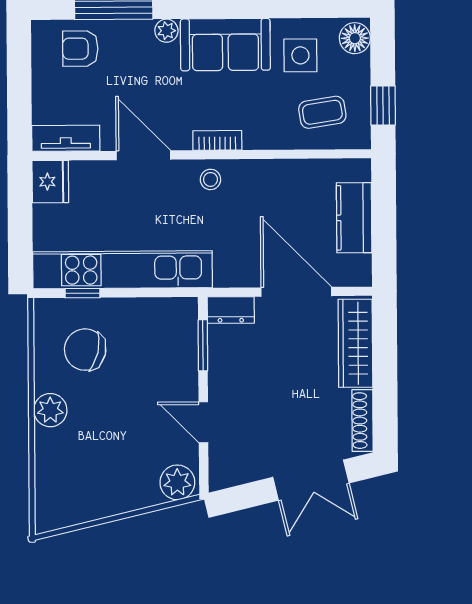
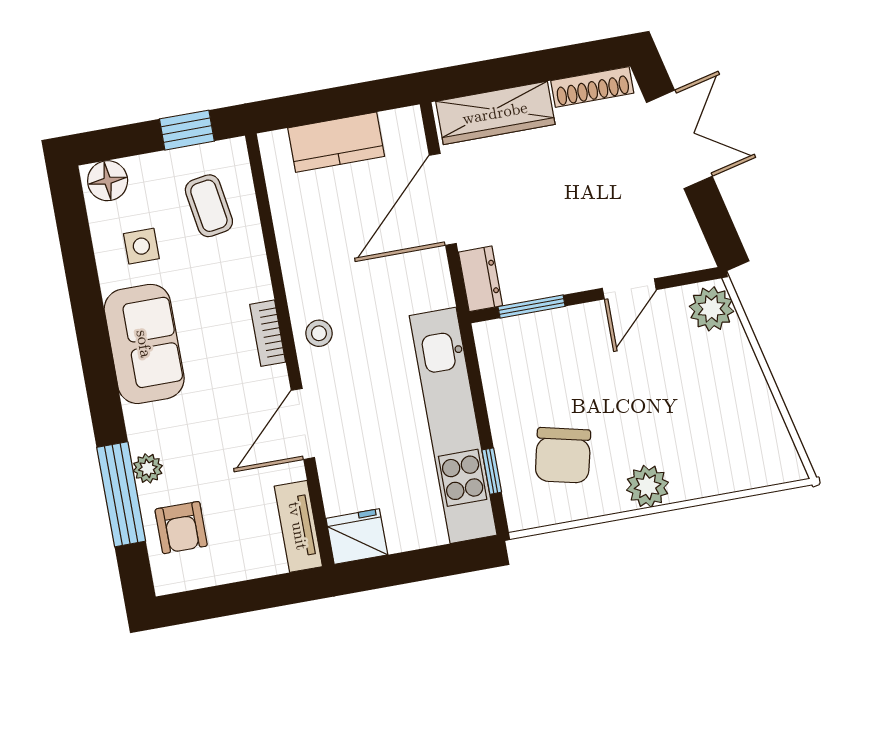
plant: (166, 31) -> (148, 468), moved
side table: (300, 55) -> (141, 246), width x0.73, depth x0.73

